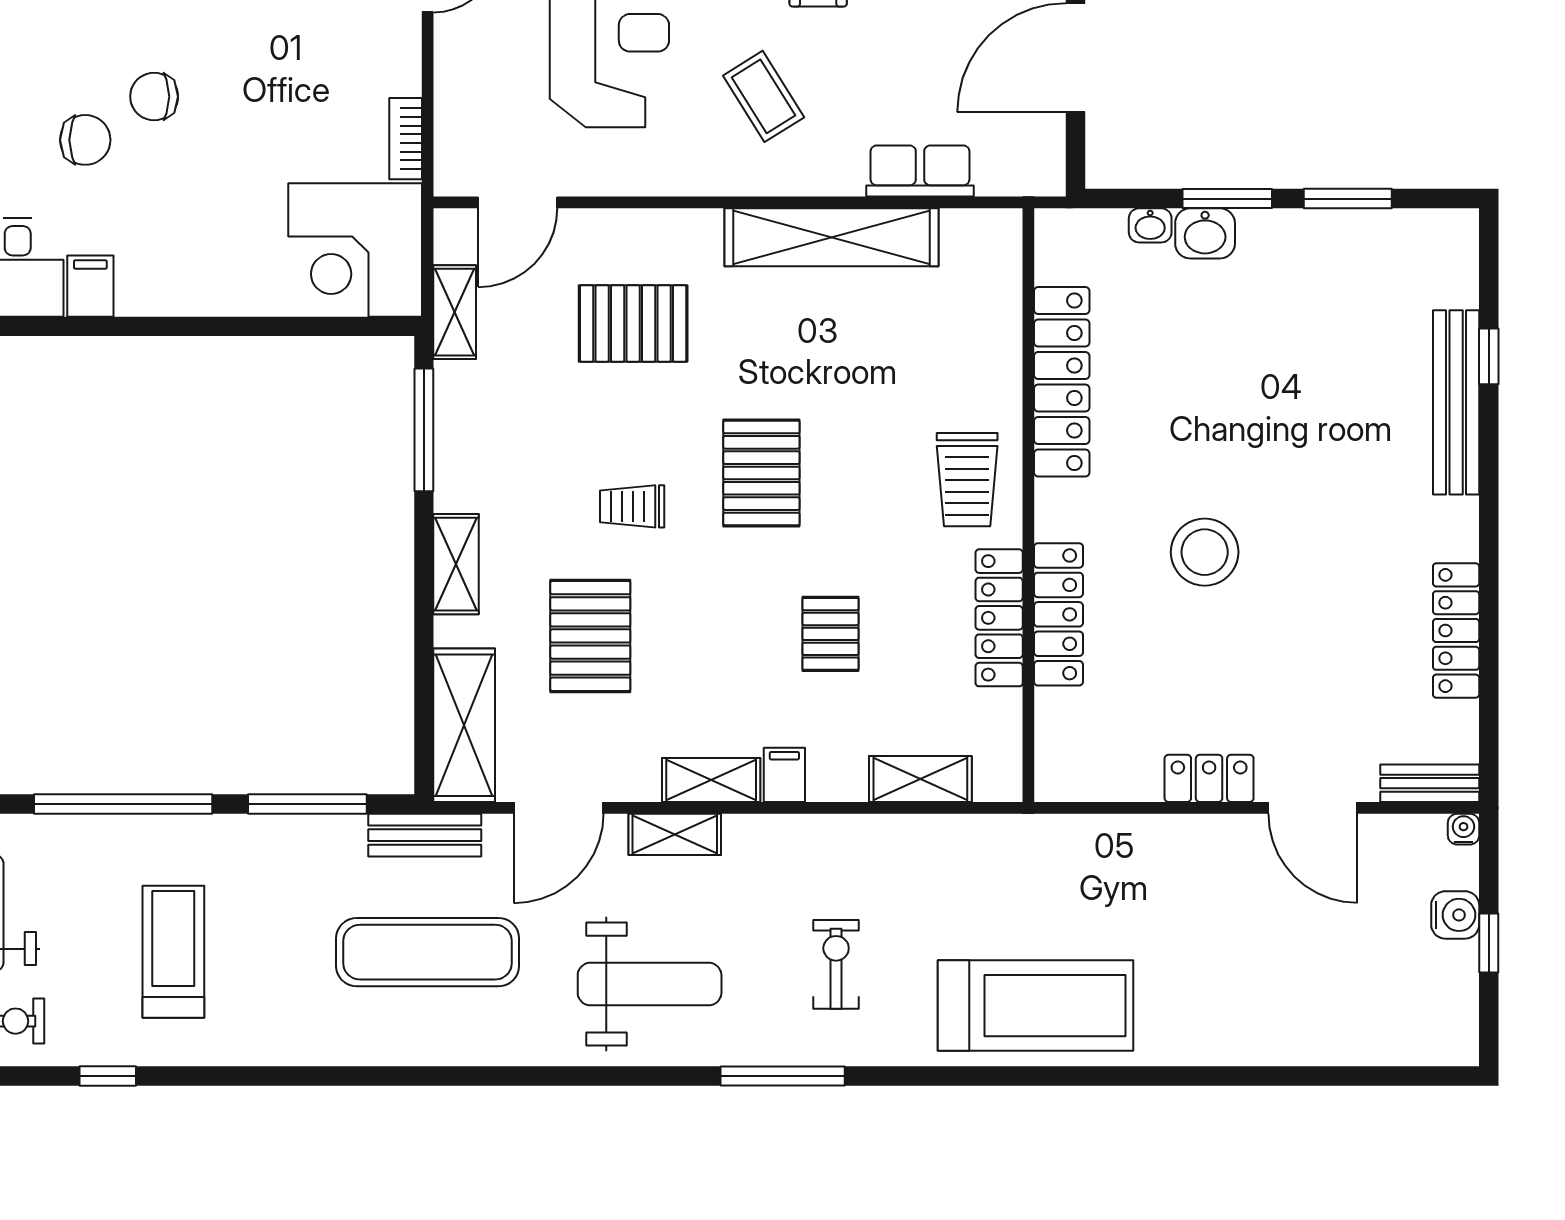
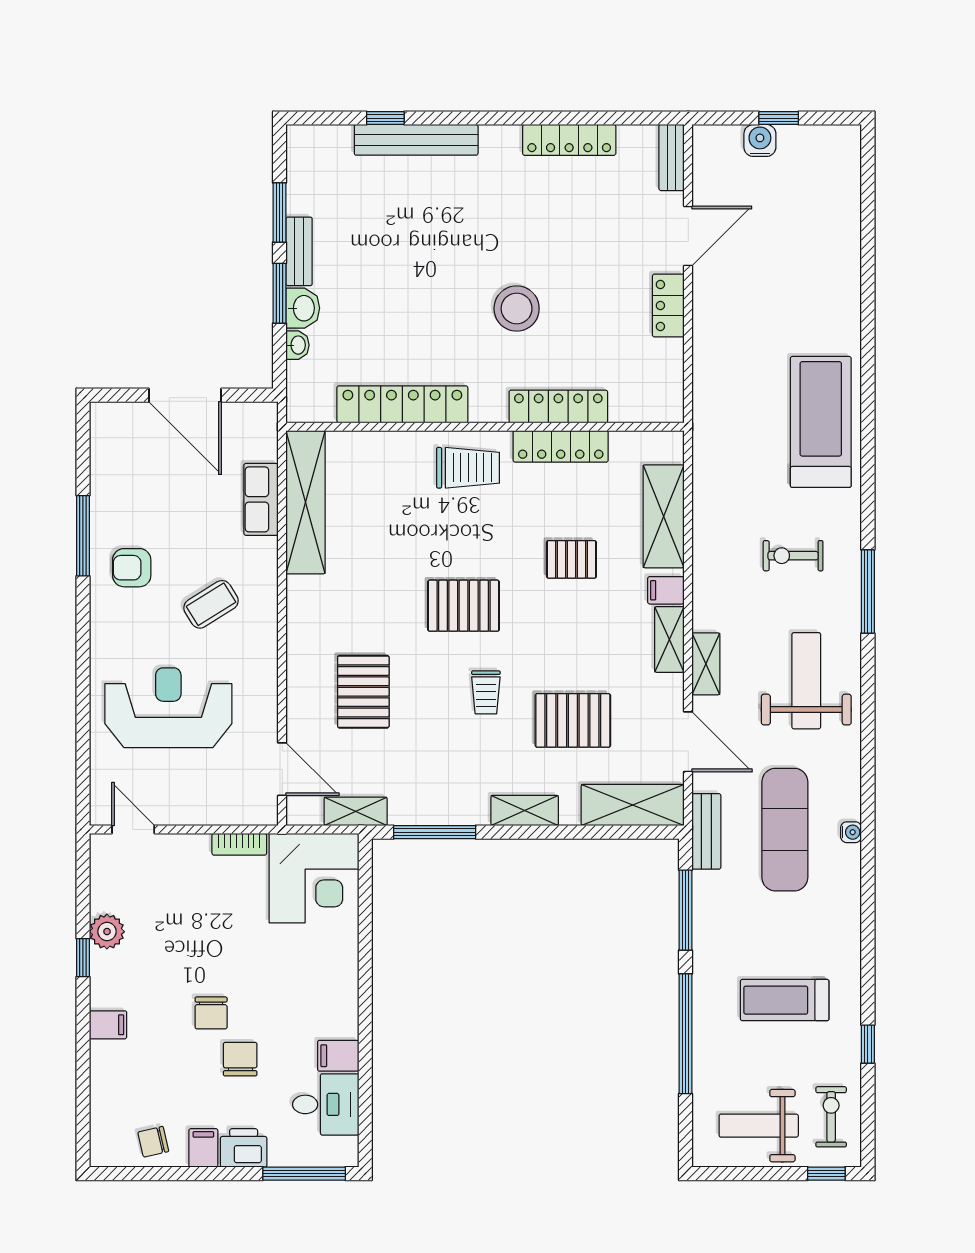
bench: (1290, 228) -> (299, 251), added
shelving: (831, 237) -> (305, 502), moved
shelving: (920, 779) -> (664, 516), width x1.50, depth x1.33
water cooler: (1464, 829) -> (851, 832), moved, turned 180

